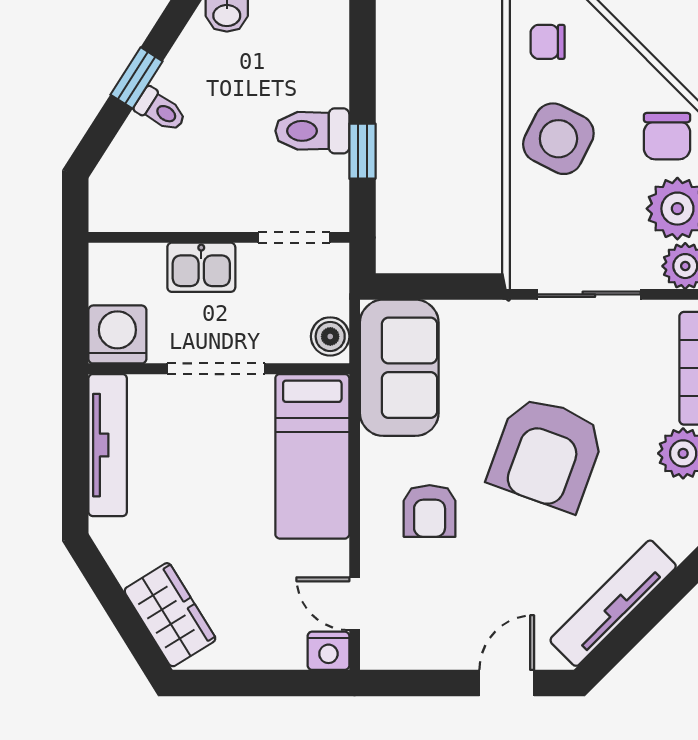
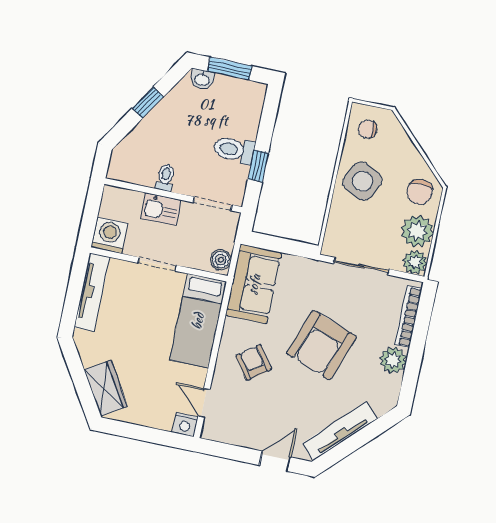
toilet: (161, 110) -> (165, 178), moved, turned -123
doorway: (216, 369) -> (157, 264), width x0.73
armchair: (430, 511) -> (254, 362), turned 144

